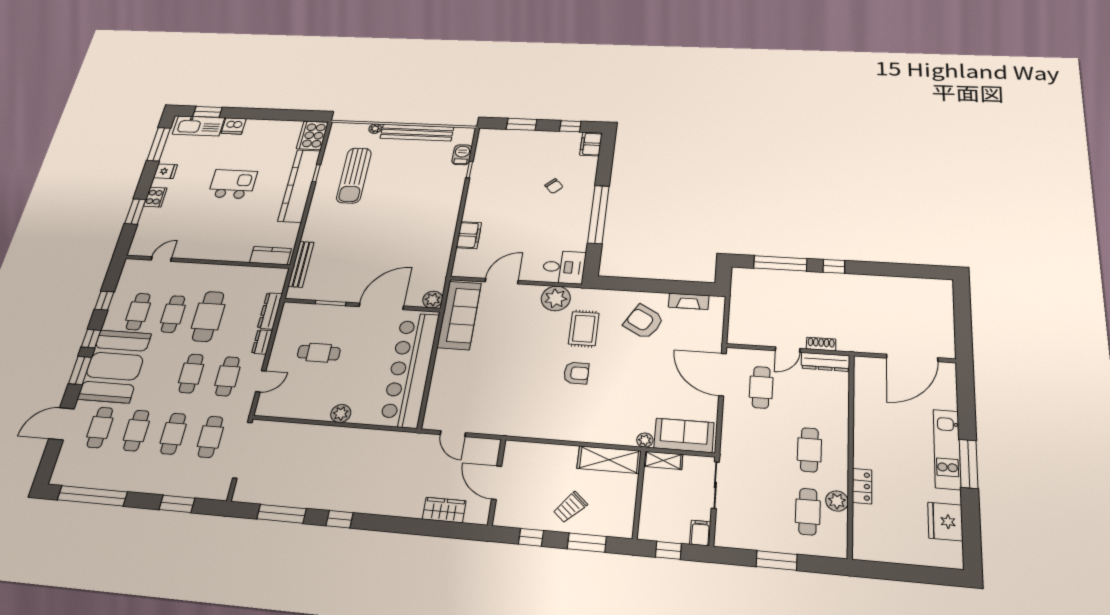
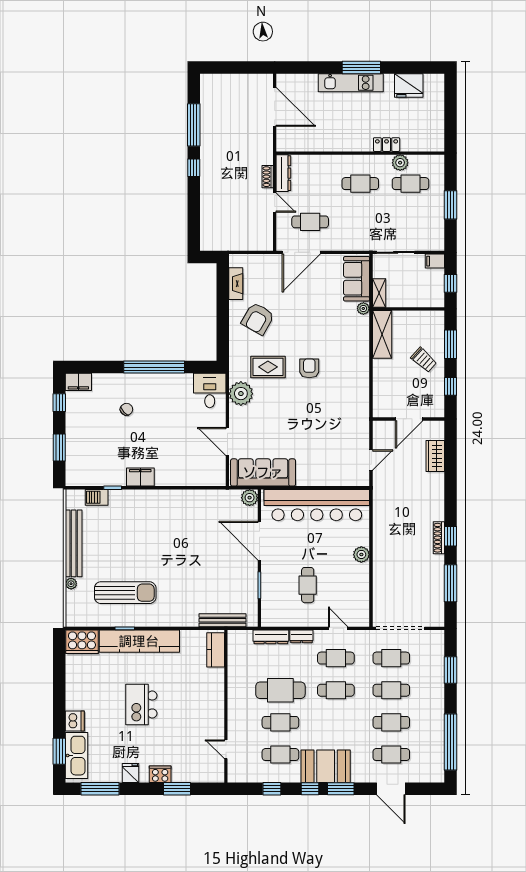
filing cabinet: (469, 235) -> (140, 477), moved
window: (780, 263) -> (194, 125), moved
booth: (115, 366) -> (326, 766), width x0.73, depth x0.70
shoe rack: (341, 505) -> (439, 538), added

